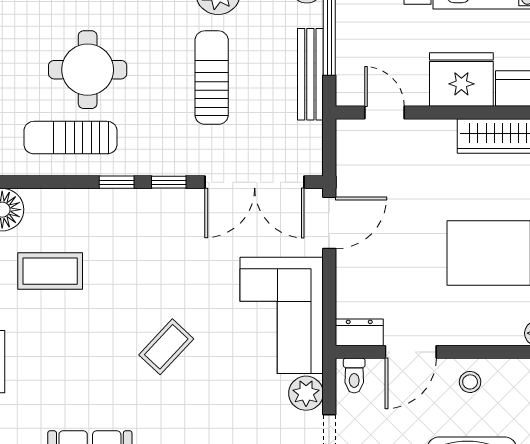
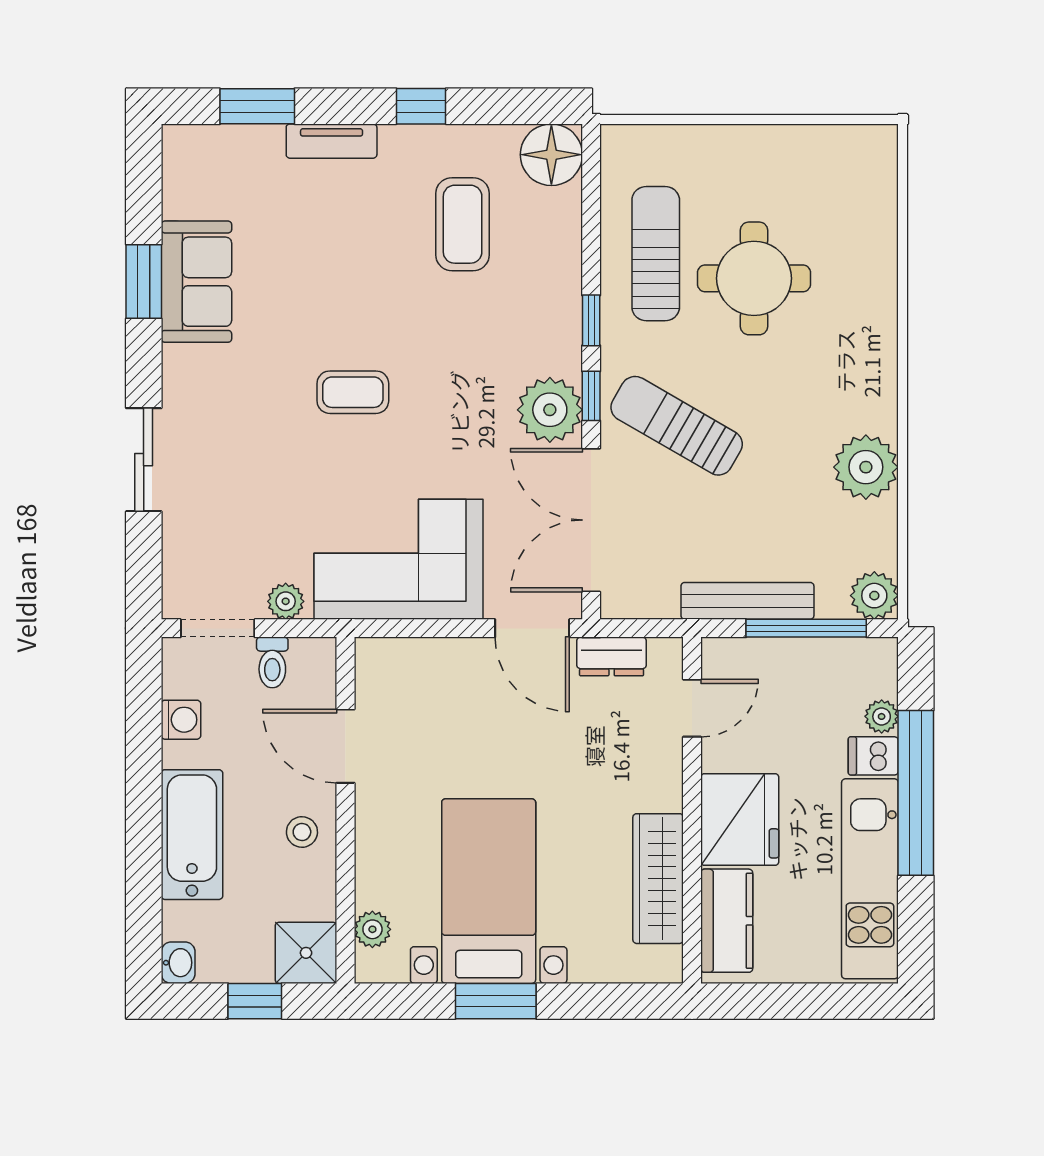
sun lounger: (212, 78) -> (677, 426), moved, turned -150
plant: (178, 211) -> (550, 410), added
dresser: (359, 332) -> (612, 656), moved, turned 90
coffee table: (166, 347) -> (353, 392), turned -43
toilet: (354, 376) -> (272, 662), moved, turned -90
plant: (306, 393) -> (286, 601), width x0.73, depth x0.73

